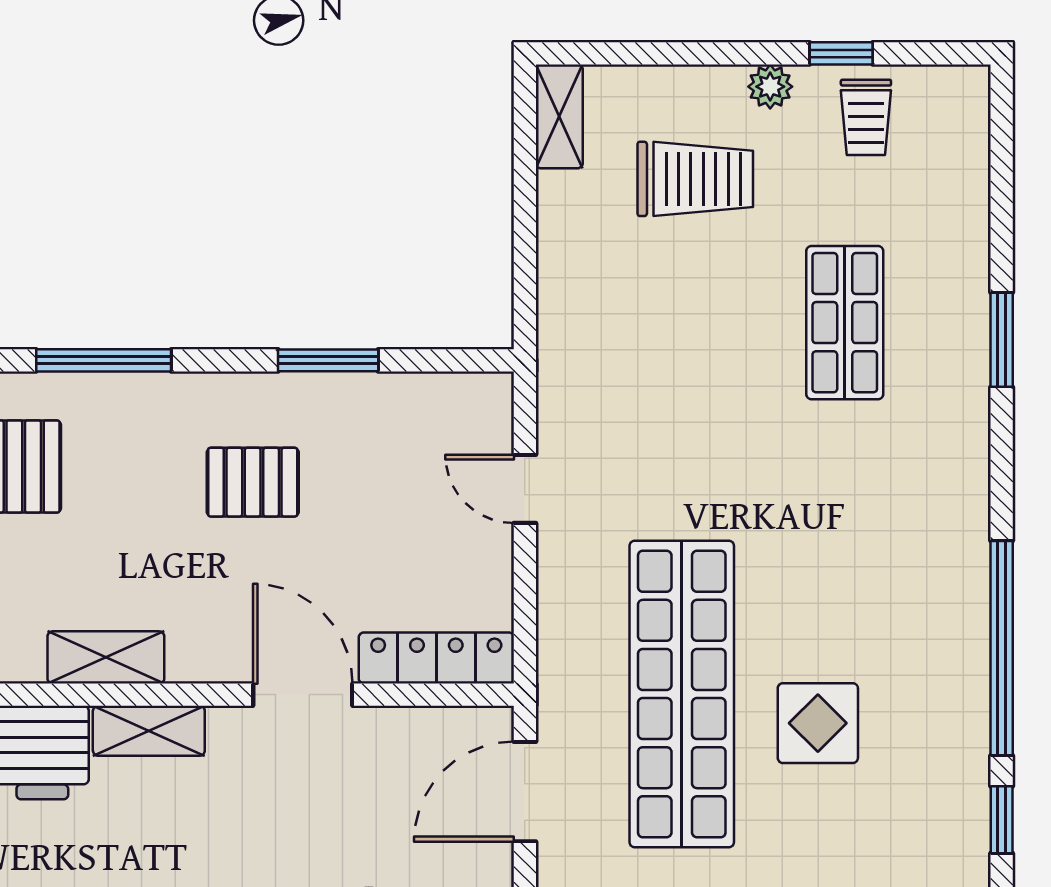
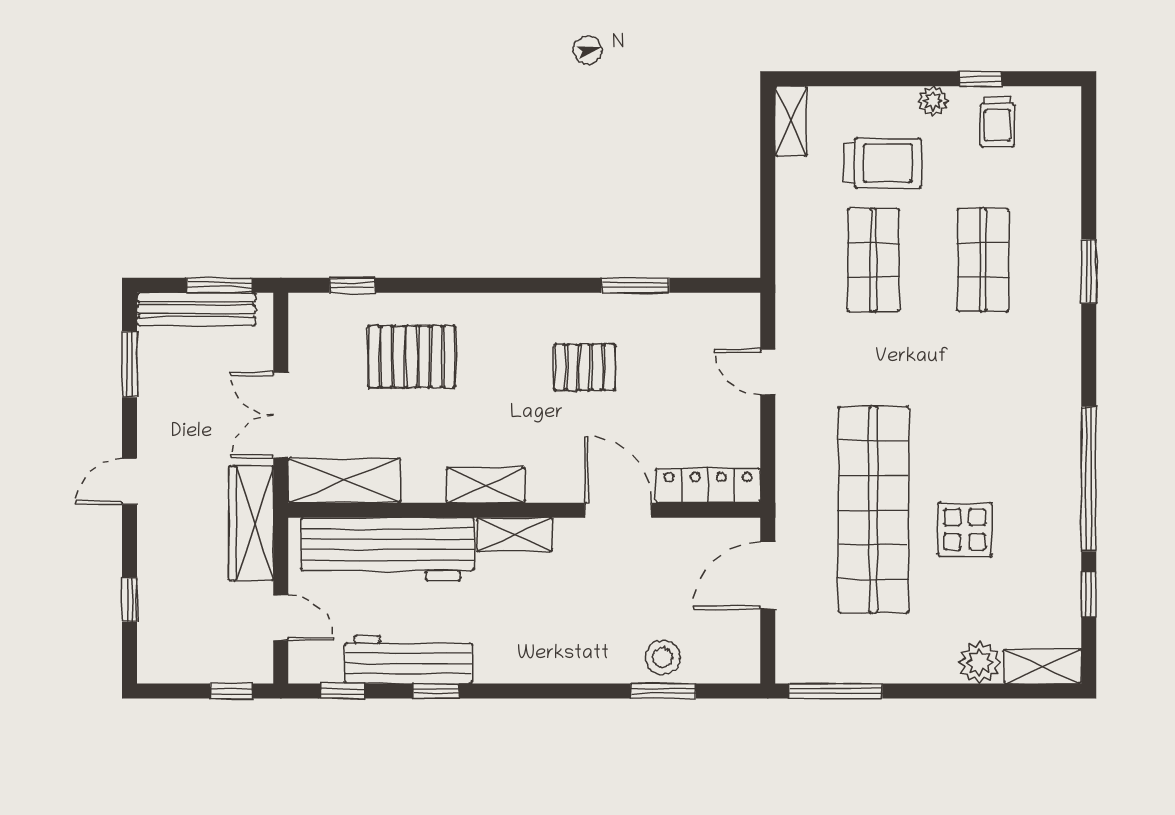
shop shelf: (682, 323) -> (873, 260), added
window: (104, 360) -> (484, 285), removed

